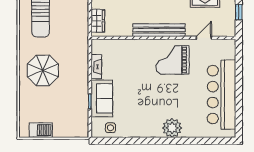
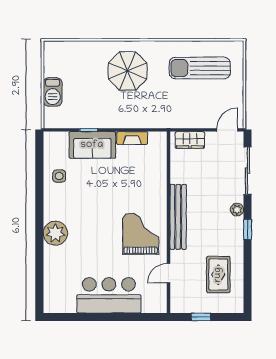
door: (204, 38) -> (168, 273), swing flipped
bar counter: (222, 95) -> (109, 295), width x0.73
side table: (110, 128) -> (59, 176), moved
barbecue: (41, 130) -> (53, 92), moved

